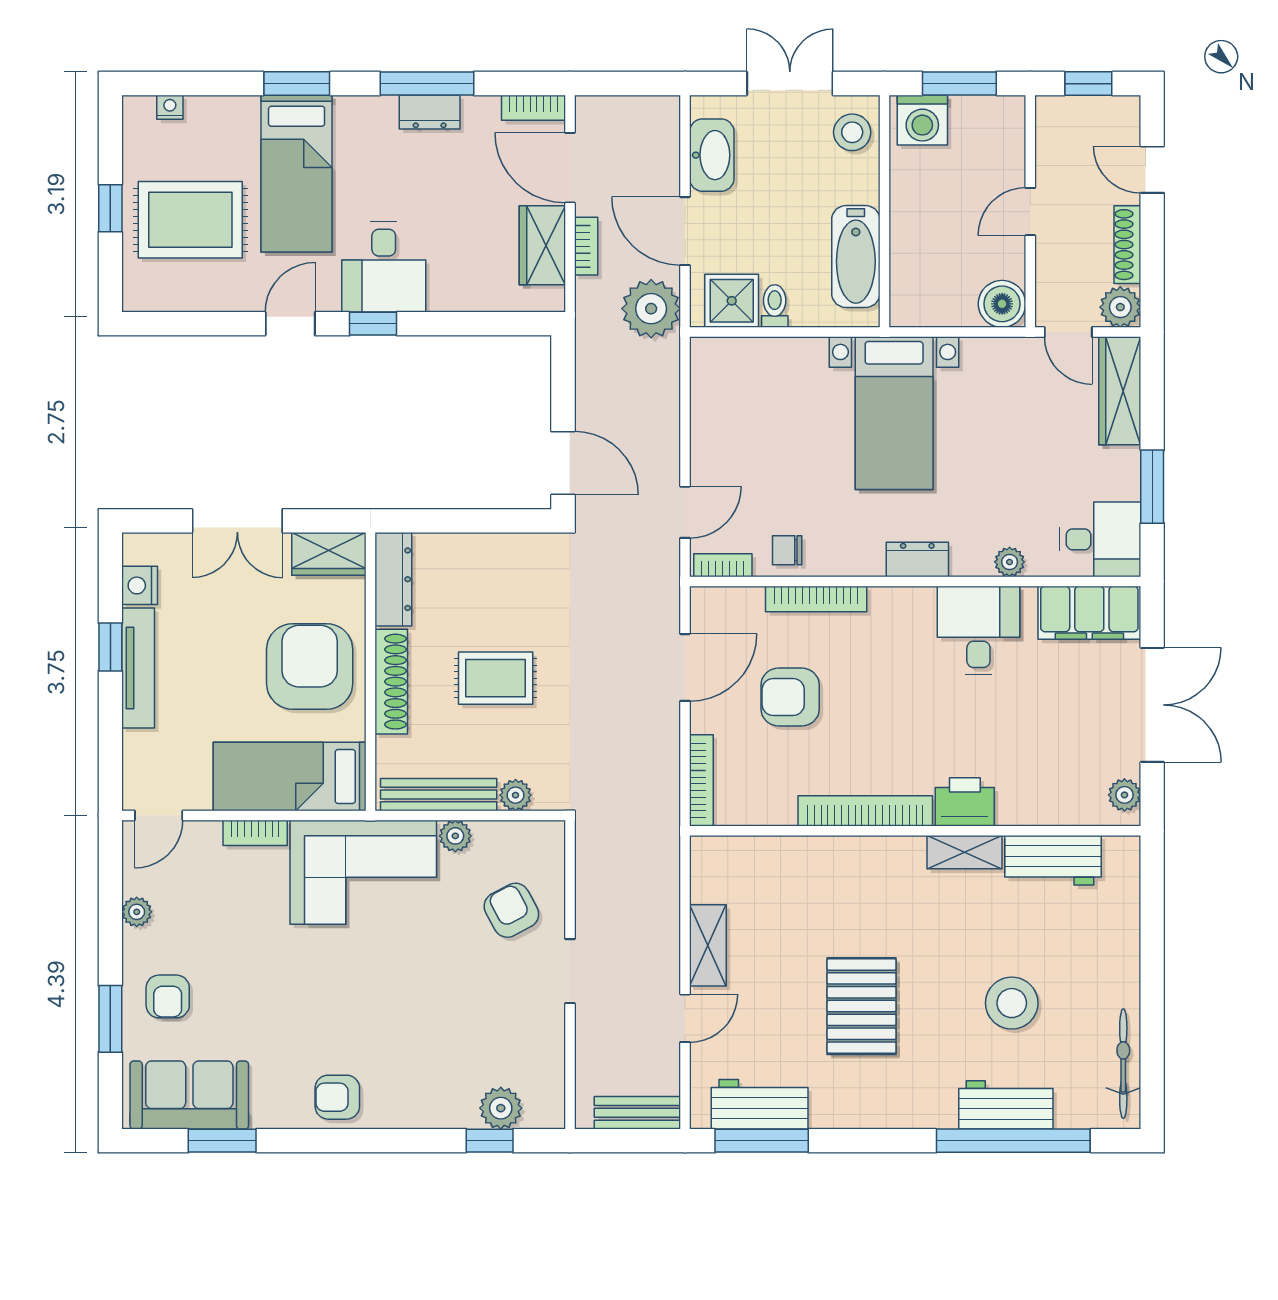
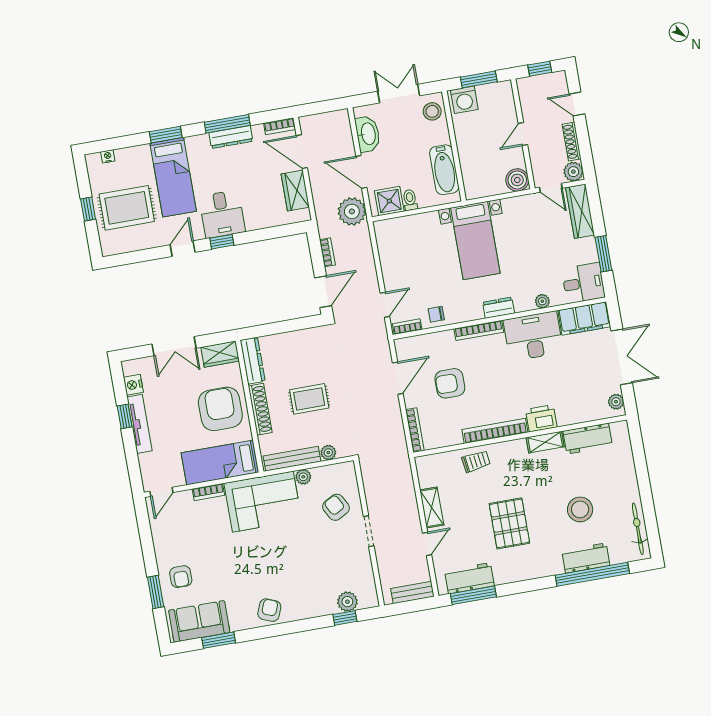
dresser: (430, 112) -> (231, 137), width x1.44
bookcase: (586, 246) -> (327, 252), moved
door: (563, 463) -> (323, 292), hinge flipped
bookcase: (816, 599) -> (479, 330), moved
desk: (978, 630) -> (533, 336), width x1.37
trolley: (815, 867) -> (476, 461), added
plant: (137, 912) -> (159, 539), removed
armchair: (337, 1097) -> (269, 610), turned 112

